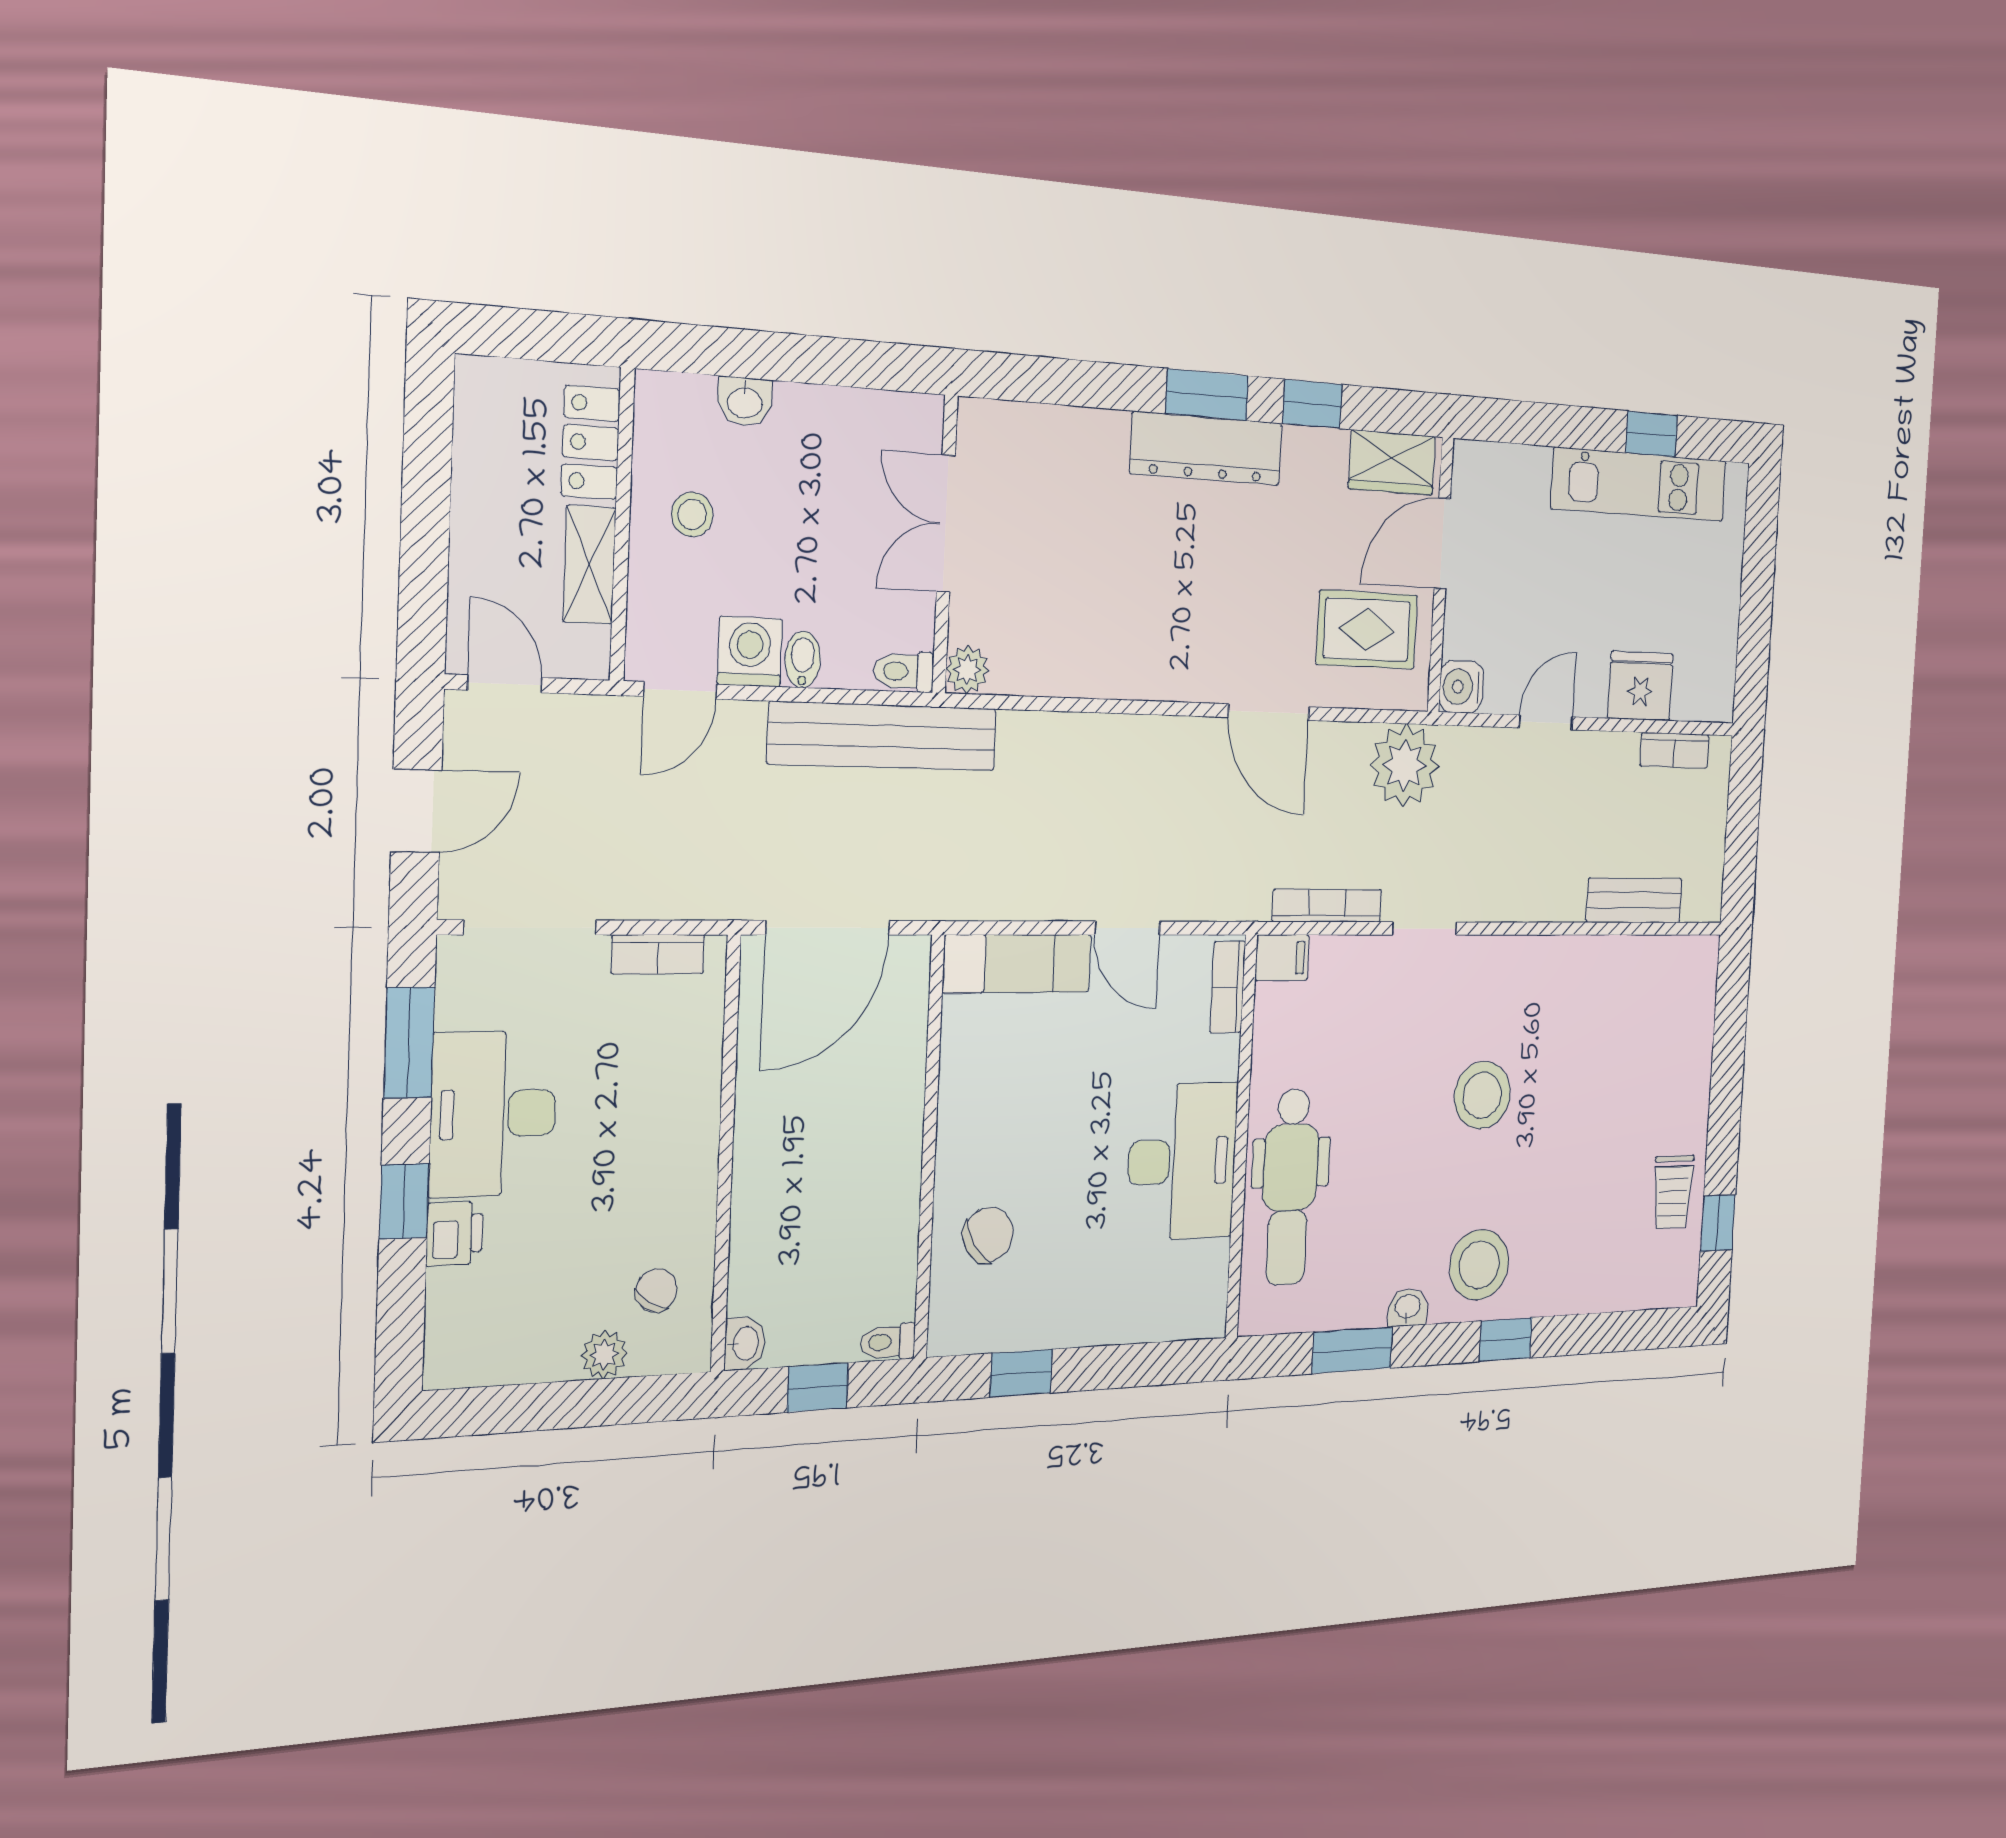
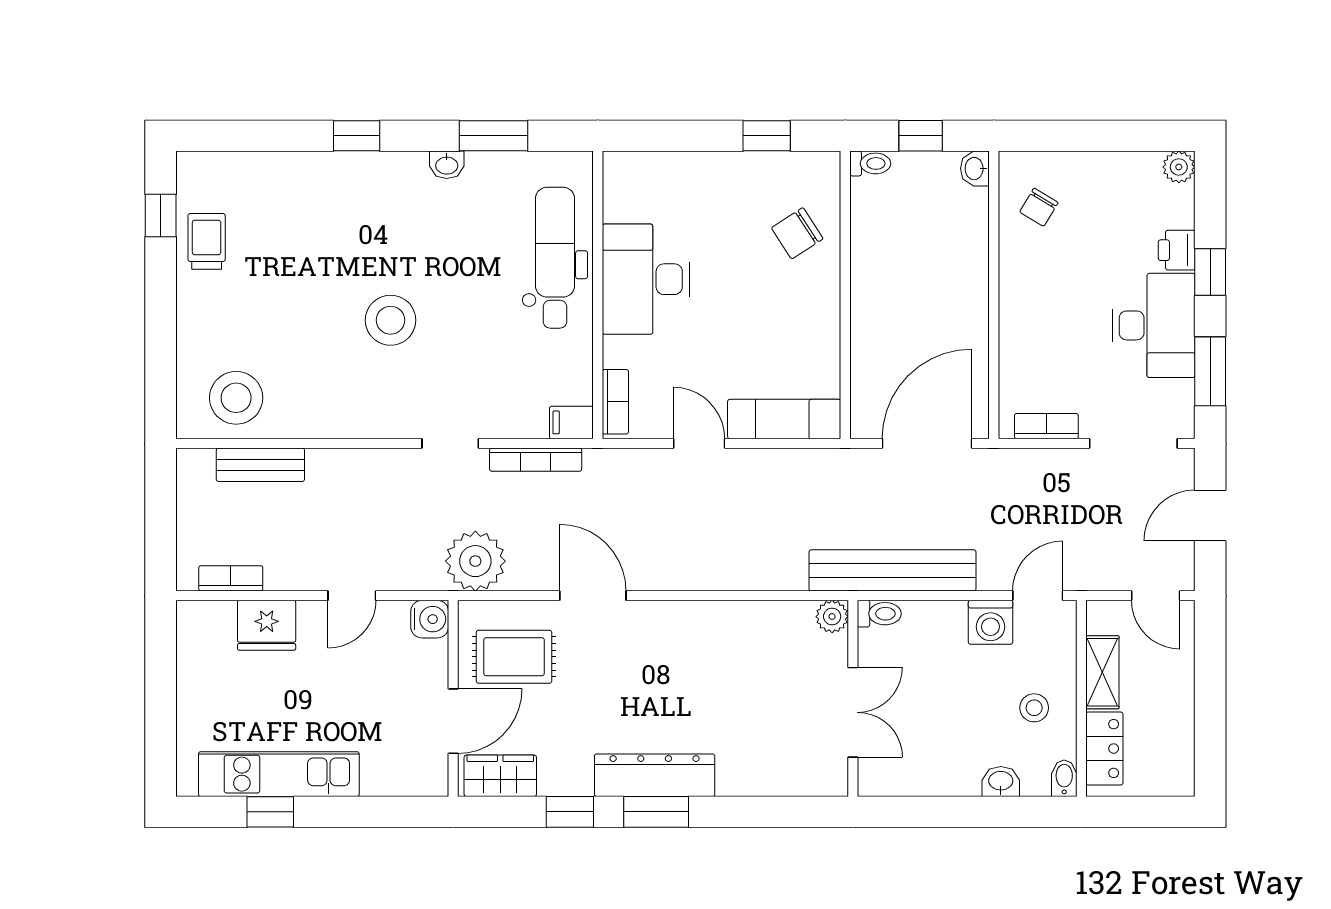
bidet: (803, 659) -> (1064, 778), moved, turned 180
stool: (1479, 1265) -> (236, 398), moved
plant: (604, 1355) -> (1179, 167), moved

